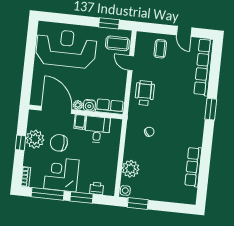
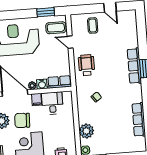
row of seats: (204, 67) -> (134, 66), moved, width x0.73

